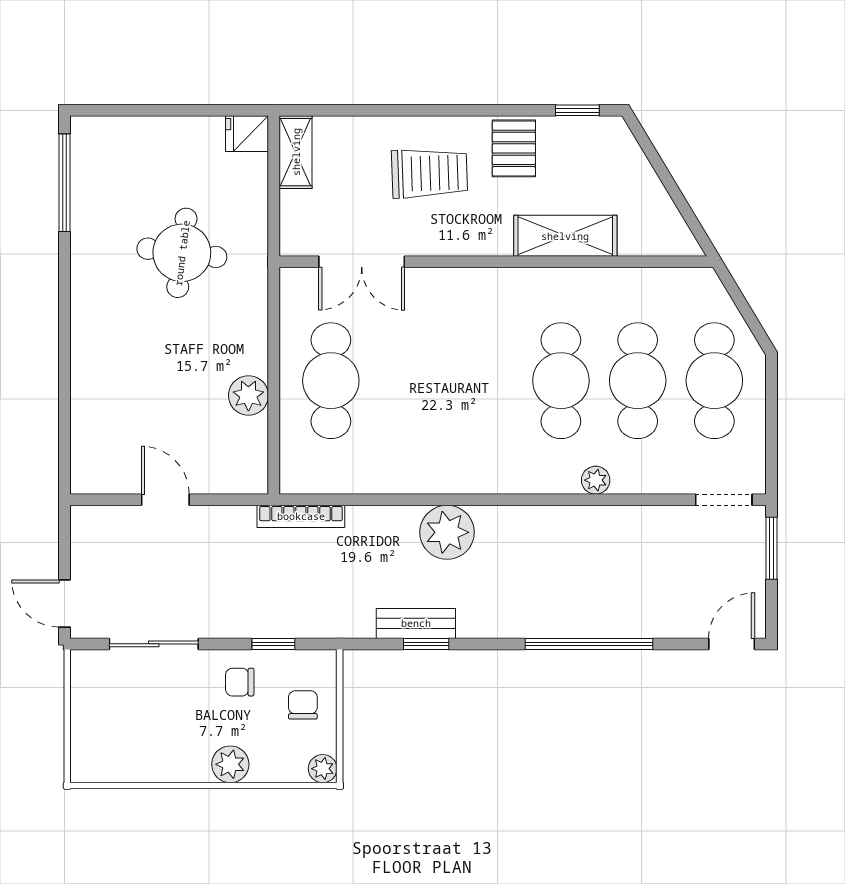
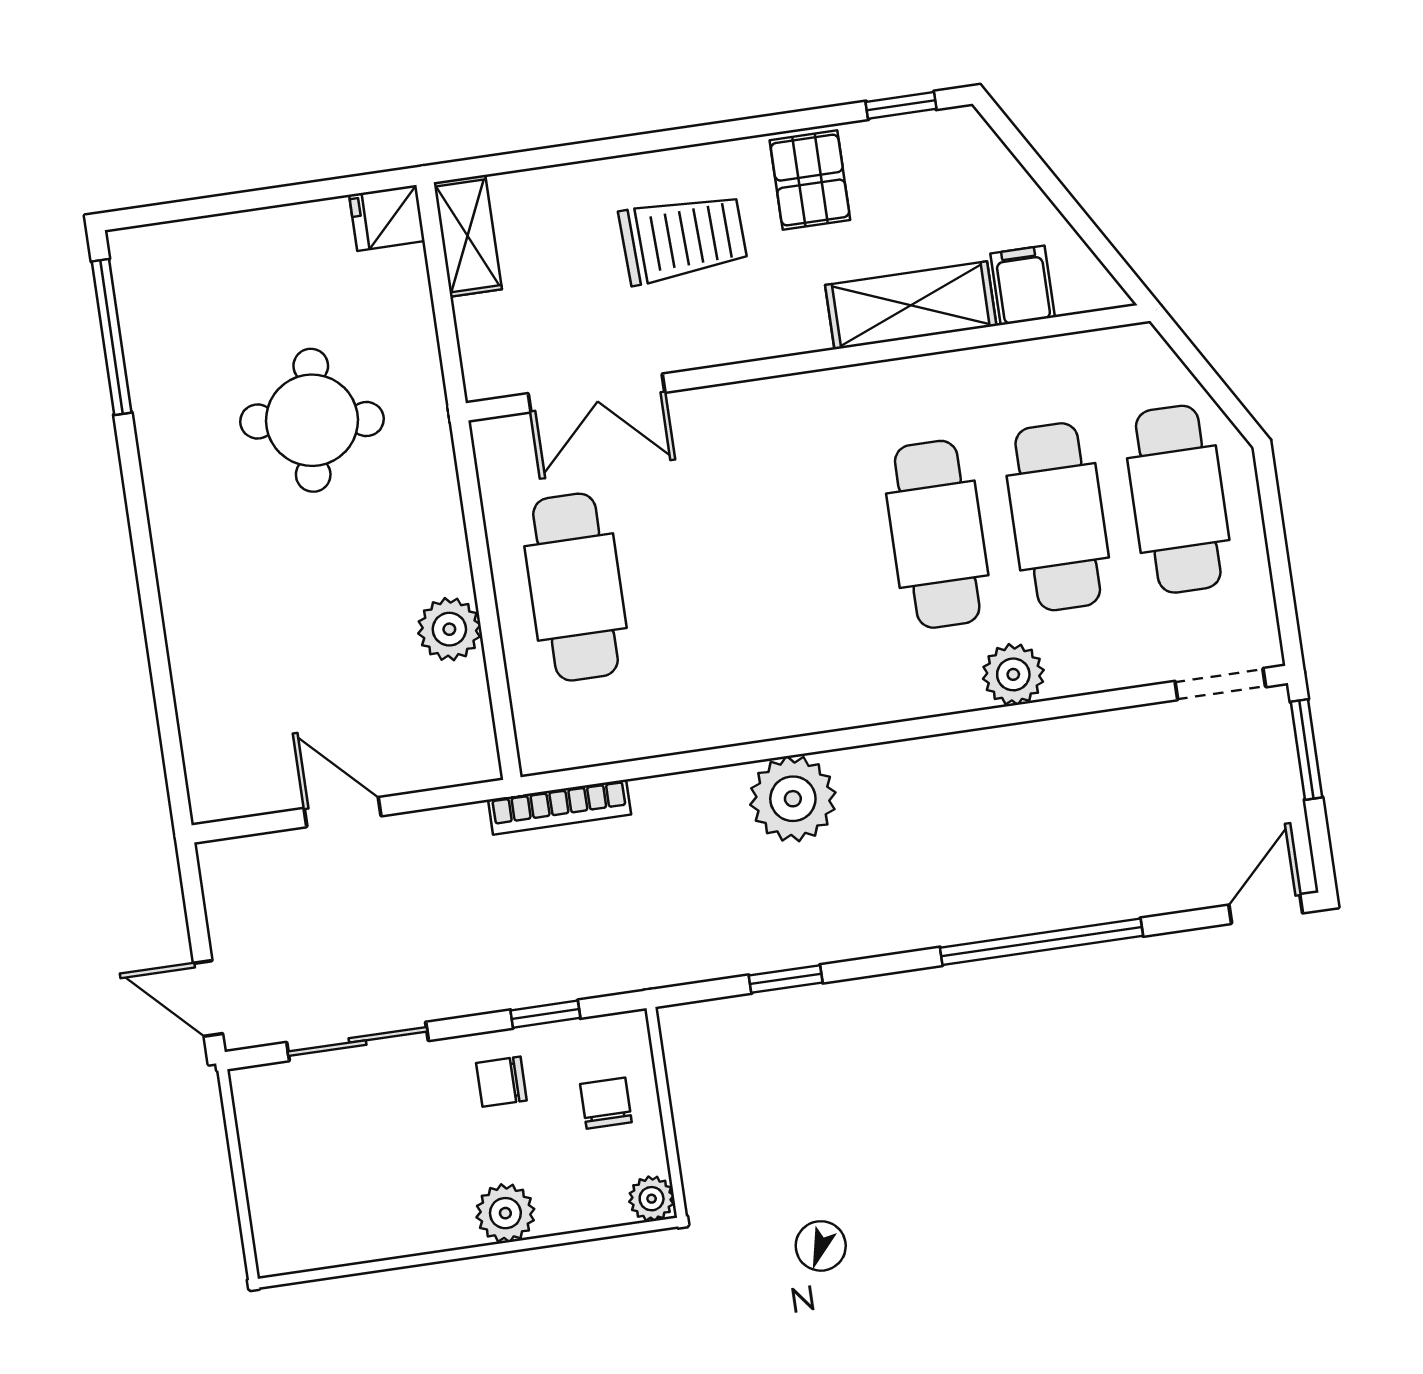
filing cabinet: (637, 233) -> (1023, 285), added
plant: (596, 480) -> (1013, 674), width x1.38, depth x1.38
bench: (416, 623) -> (765, 949), removed

